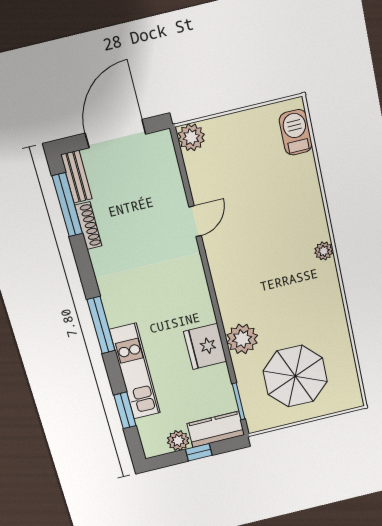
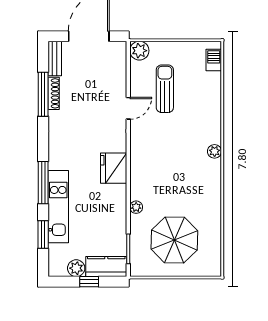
barbecue: (296, 132) -> (214, 60), width x0.73, depth x0.79
sun lounger: (239, 182) -> (165, 89), added
window: (67, 205) -> (43, 94), moved
window: (101, 325) -> (43, 183), moved
plant: (242, 339) -> (136, 207), width x0.53, depth x0.53
fridge: (205, 346) -> (114, 168), moved

